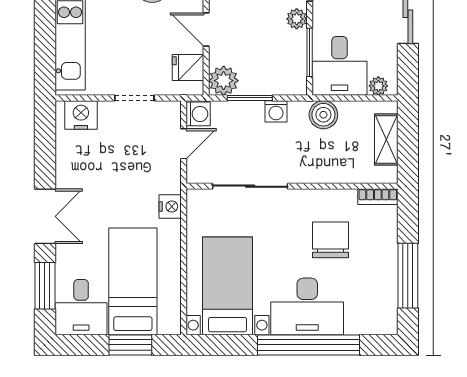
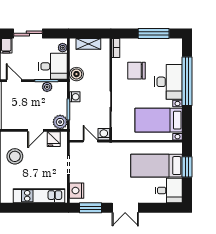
plant: (297, 19) -> (47, 87), moved
washing machine: (198, 114) -> (104, 134), moved
nightstand: (170, 207) -> (121, 148), removed
double door: (45, 216) -> (125, 208), swing flipped
window: (45, 286) -> (91, 208), moved

